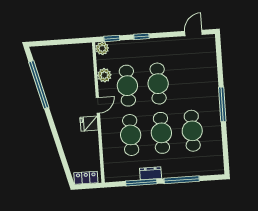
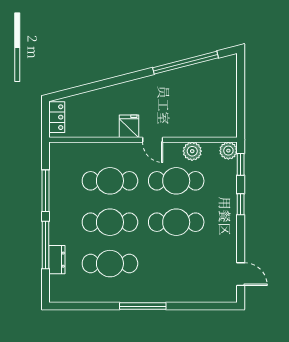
dresser: (151, 173) -> (57, 260), moved

